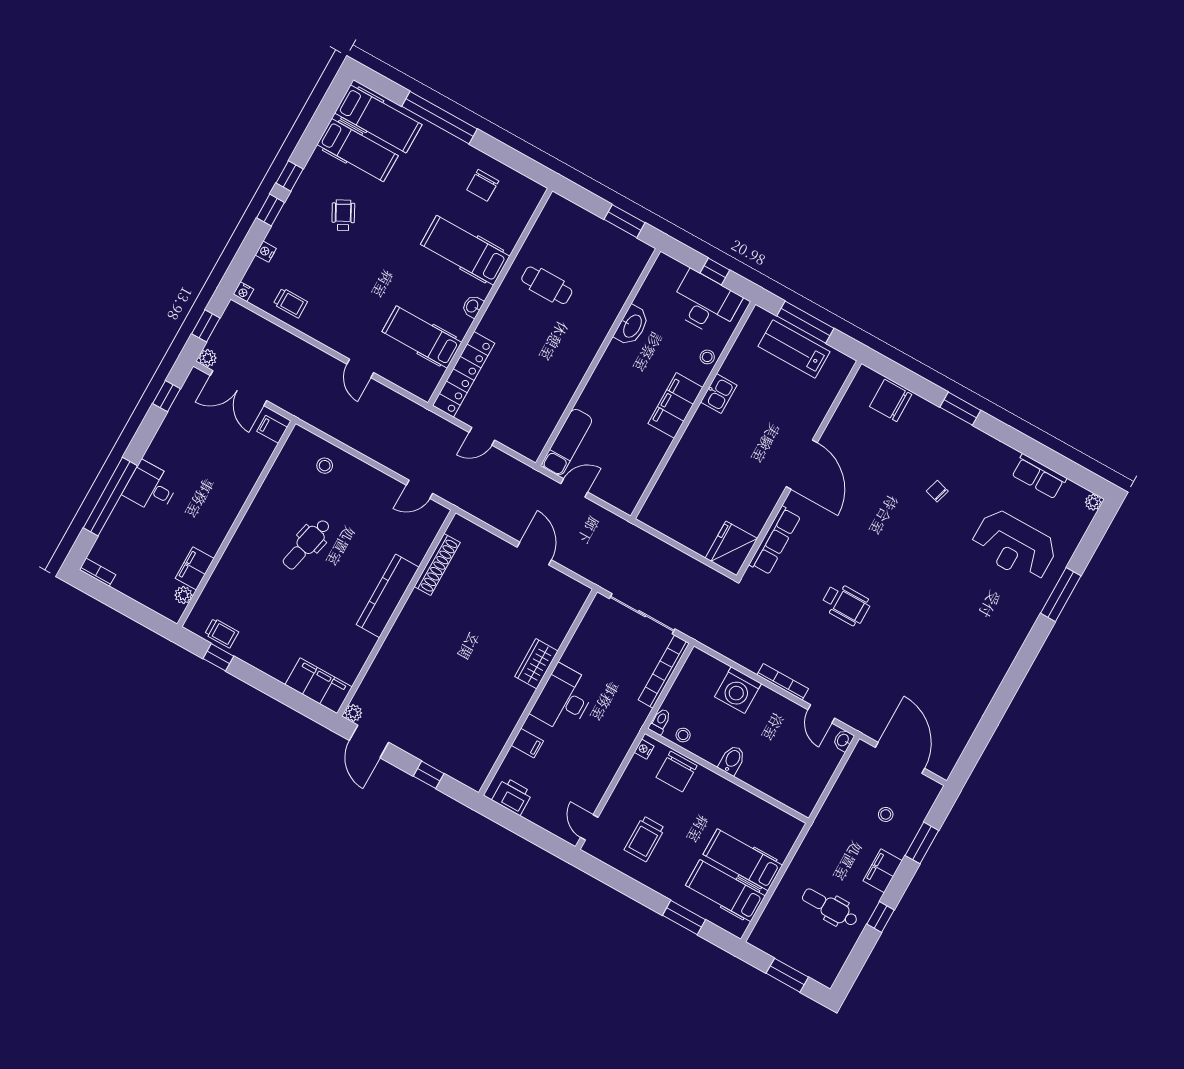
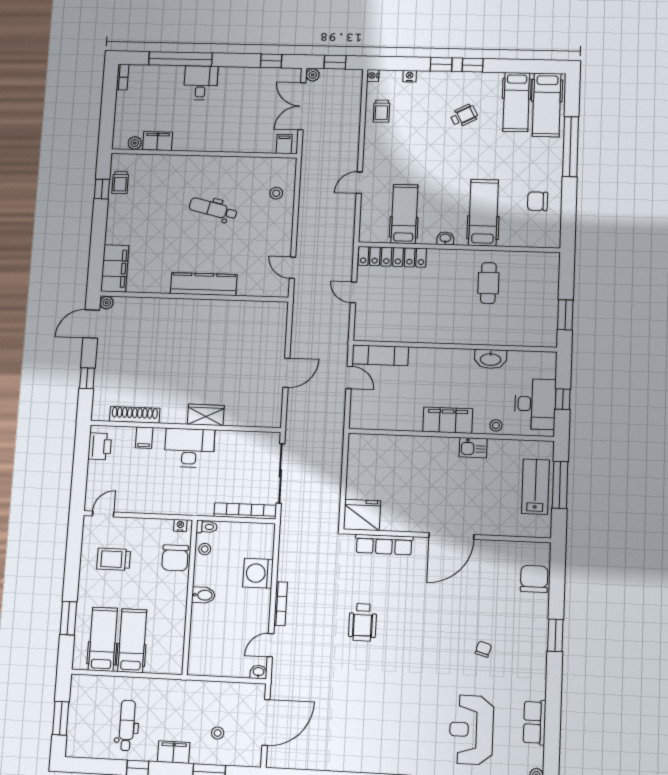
shoe rack: (437, 565) -> (135, 415), moved, turned 180
chair: (677, 772) -> (175, 558), turned -90

